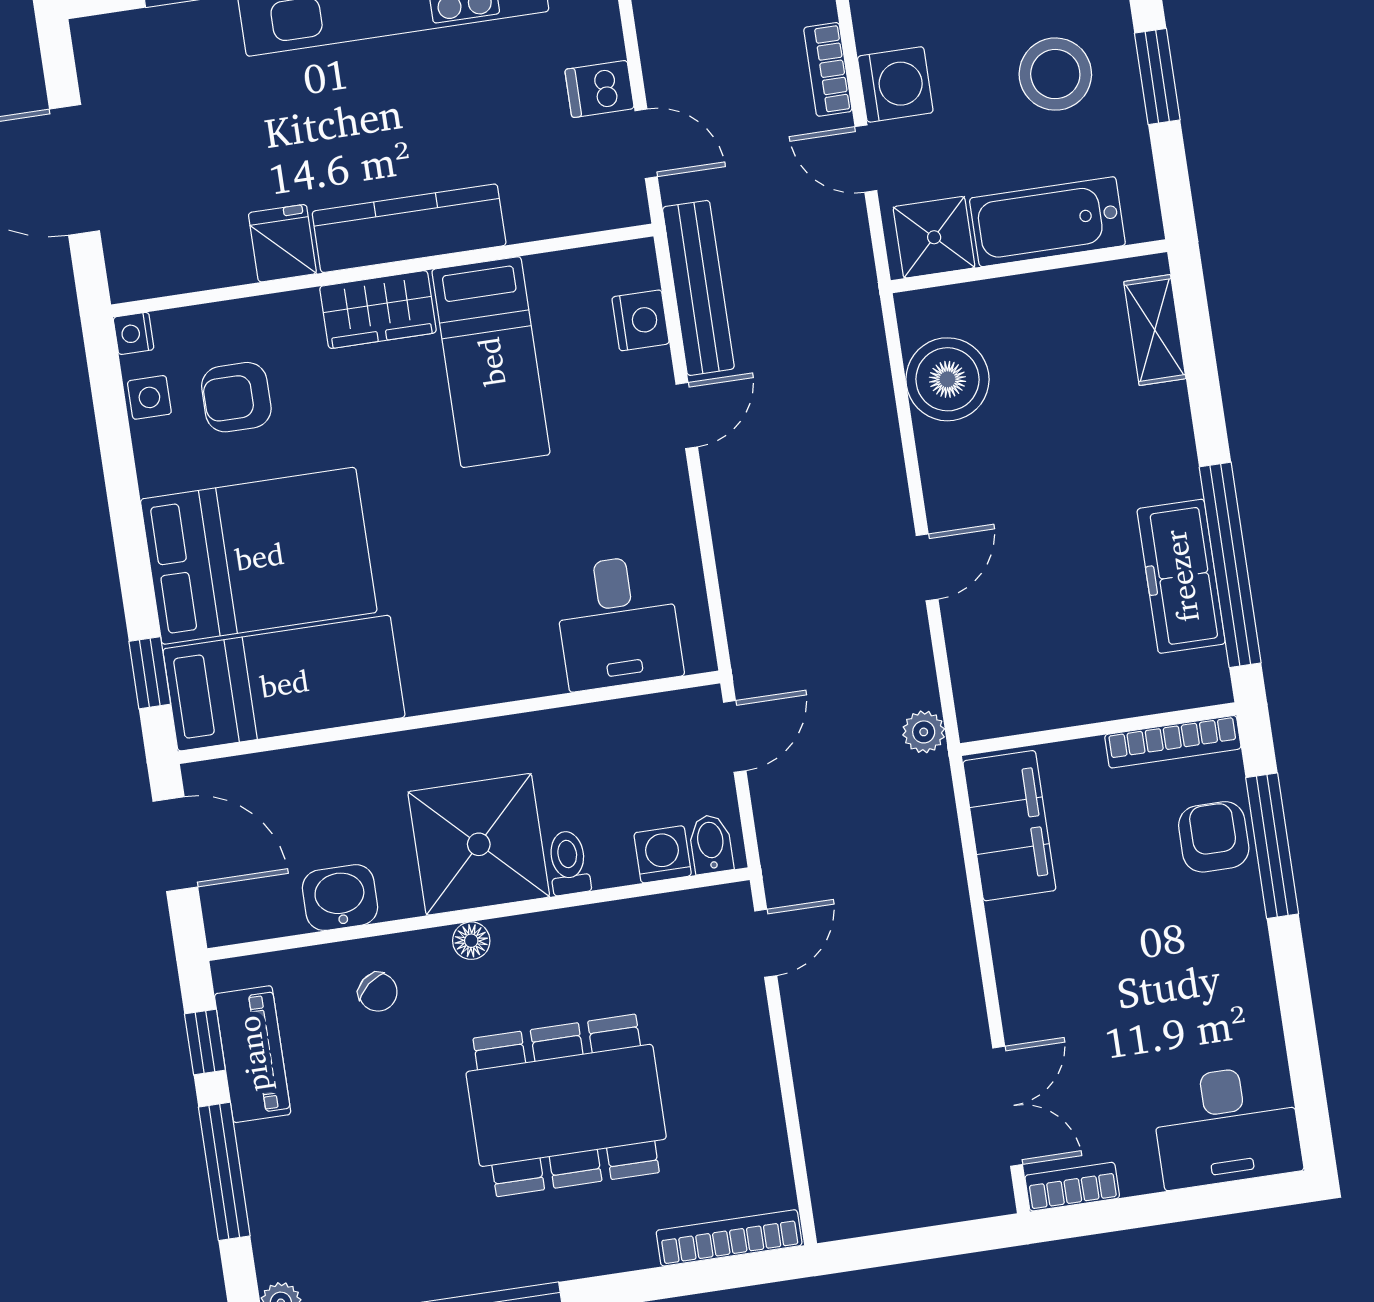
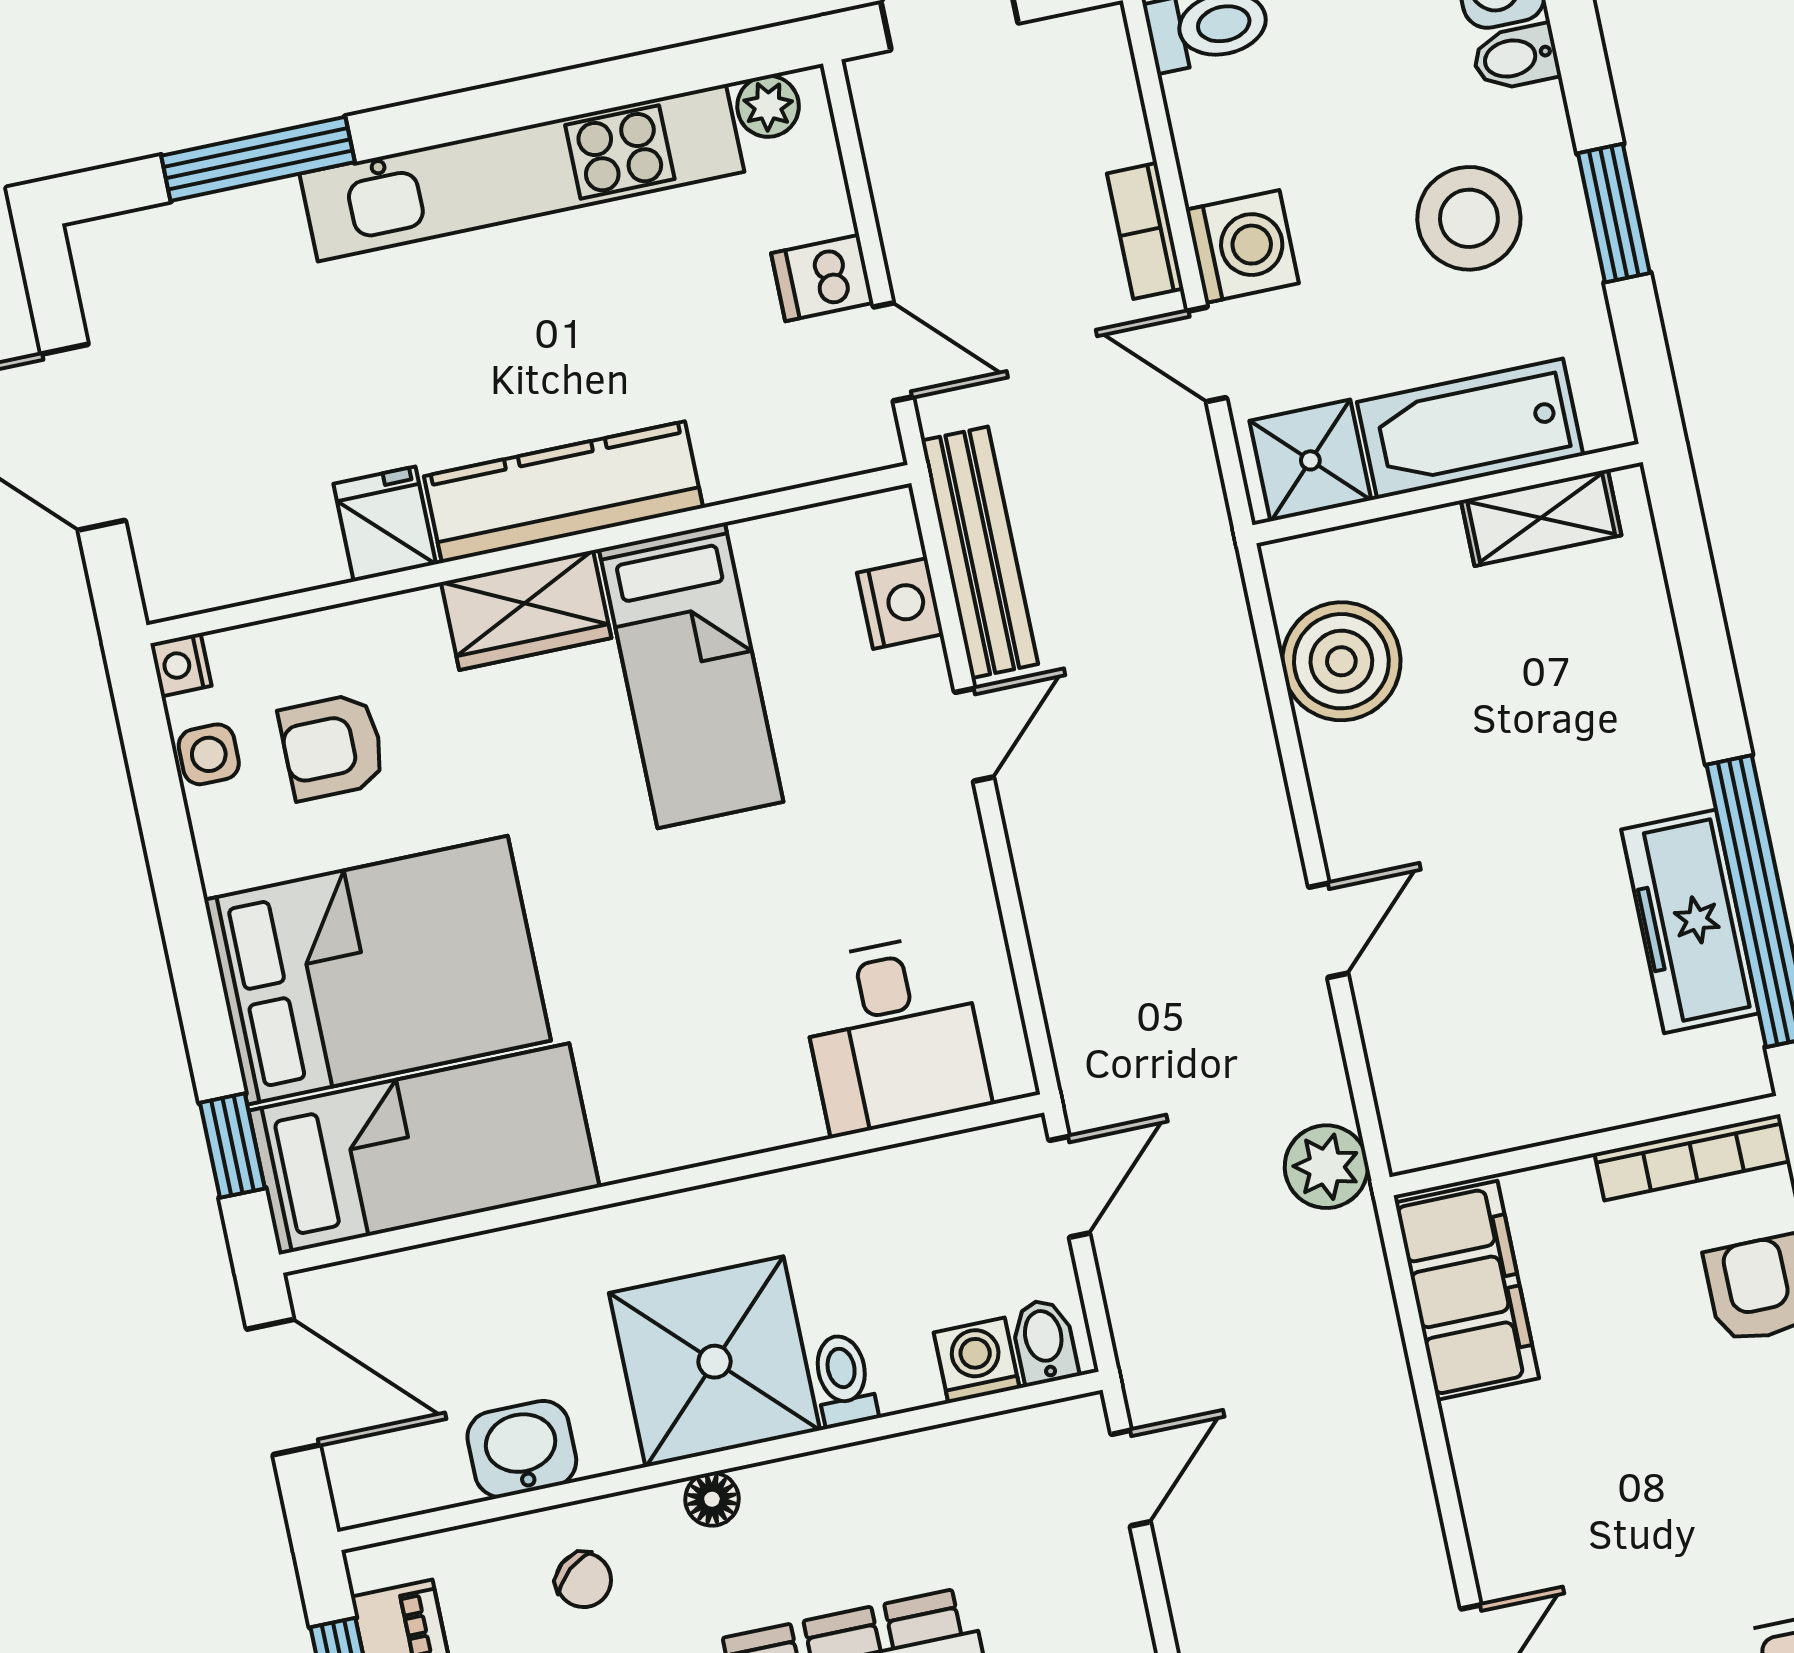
shelving: (1155, 330) -> (1541, 518), moved, turned 90
plant: (924, 732) -> (1326, 1167), width x1.38, depth x1.38

